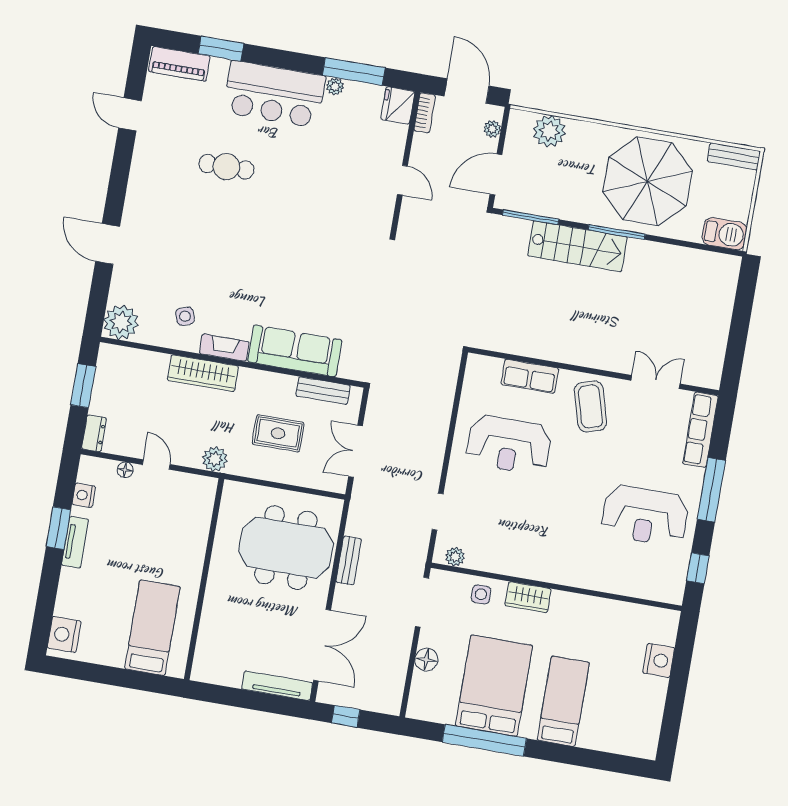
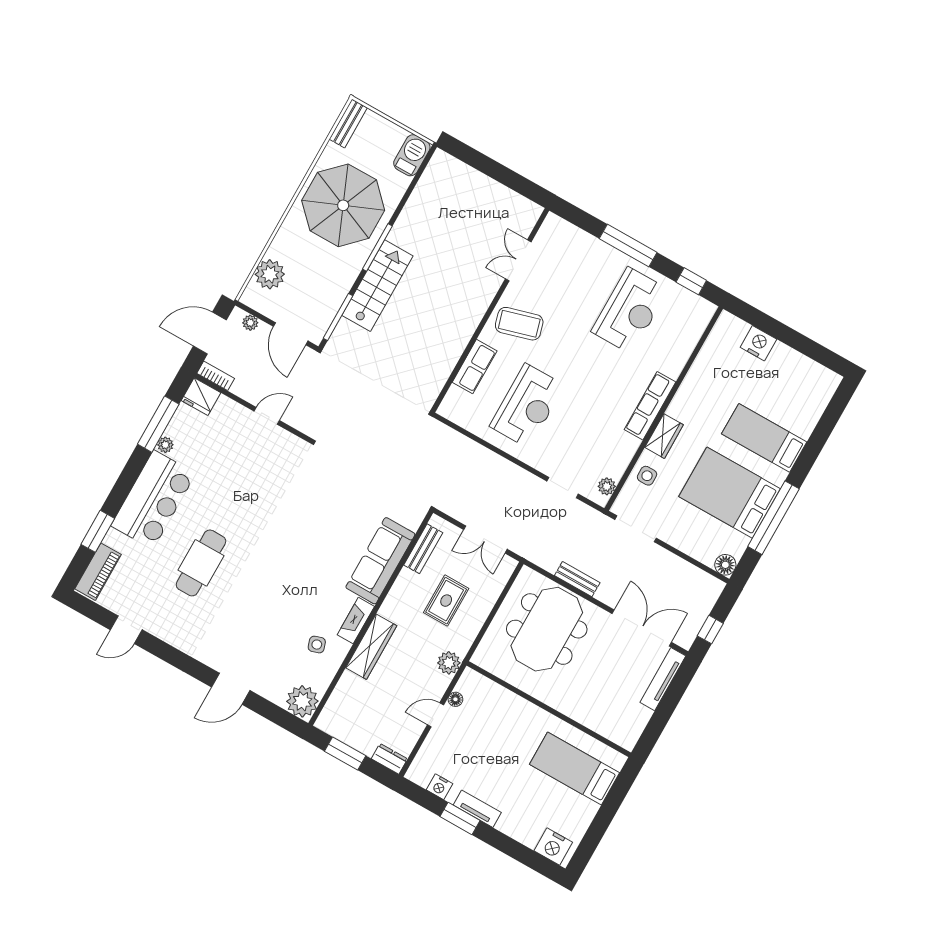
cafe table: (226, 167) -> (201, 563), width x1.37, depth x1.35
row of seats: (700, 430) -> (650, 406), moved, turned 90
floor lamp: (125, 470) -> (455, 699), moved
floor lamp: (426, 660) -> (725, 565), moved

